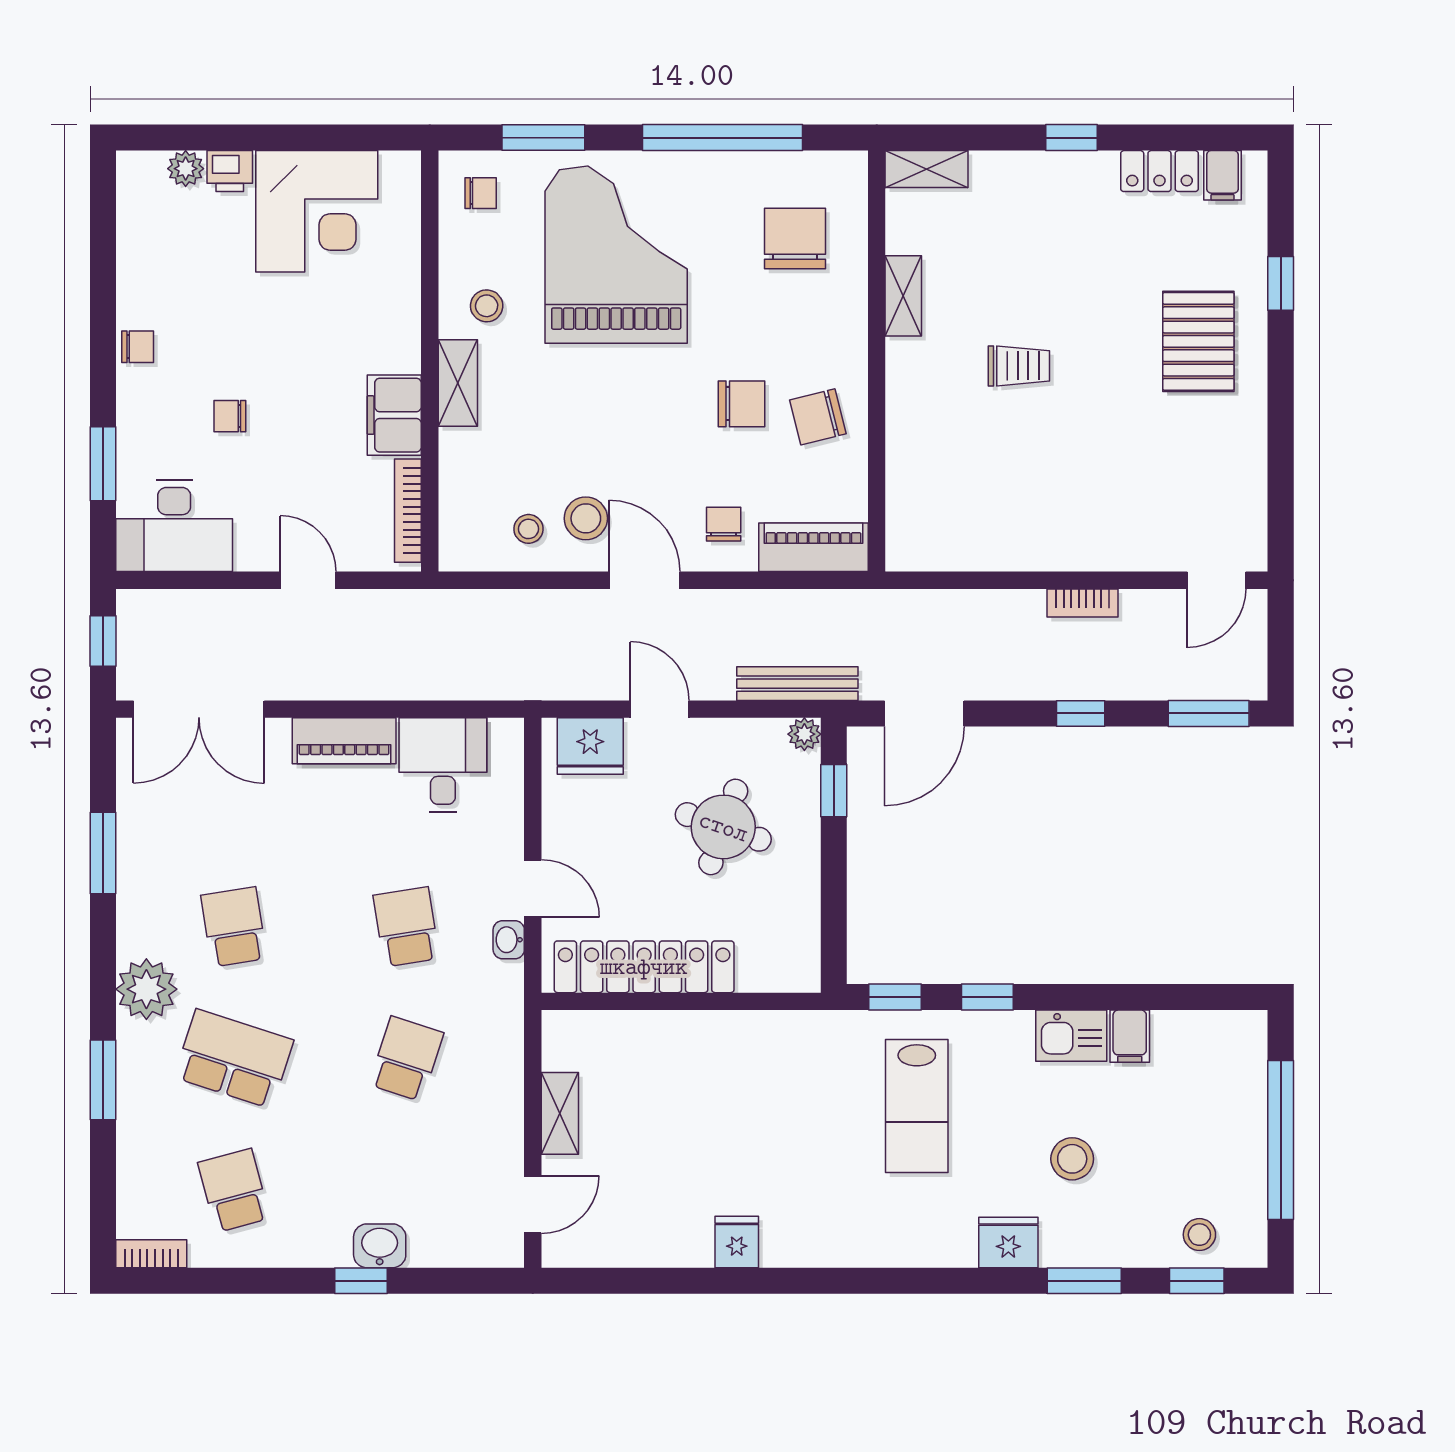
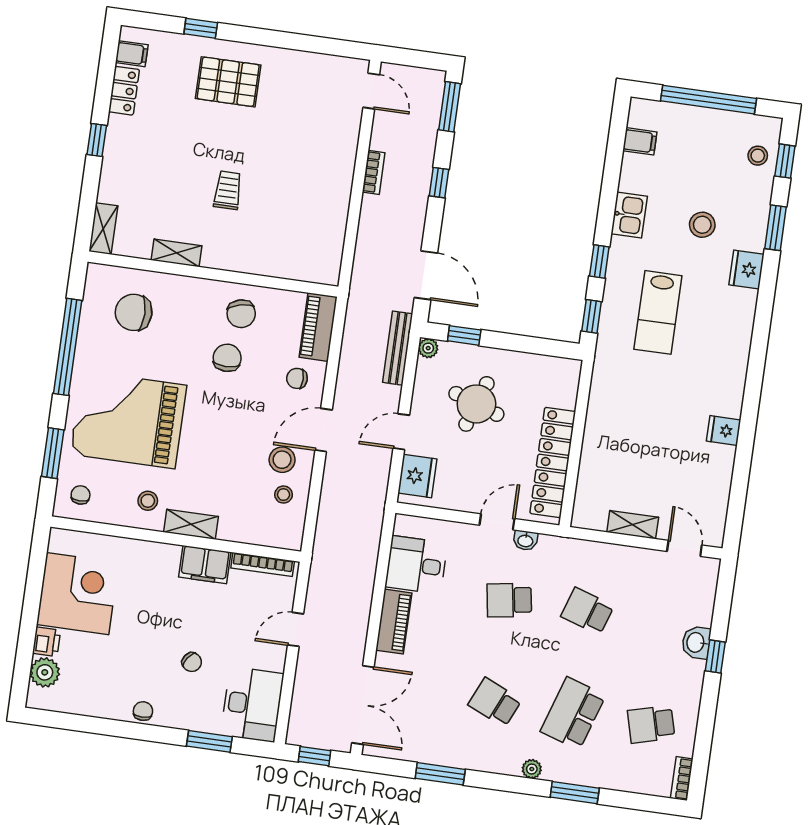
plant: (186, 169) -> (45, 672), width x1.38, depth x1.38
chair: (230, 416) -> (192, 662), turned -54
school desk: (234, 927) -> (495, 702), turned 33
plant: (146, 989) -> (532, 769), width x0.53, depth x0.53
filing cabinet: (1130, 1036) -> (640, 141), moved
lab bench: (917, 1106) -> (658, 312), turned 90

